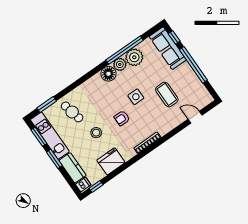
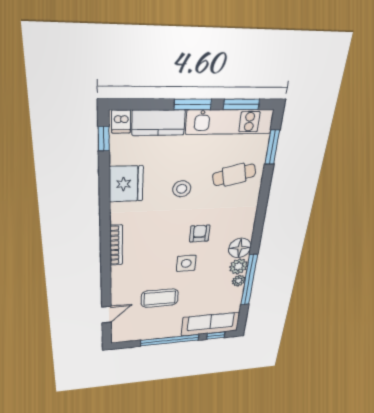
plant: (134, 57) -> (239, 281), width x0.53, depth x0.53
armchair: (122, 118) -> (200, 233), moved

